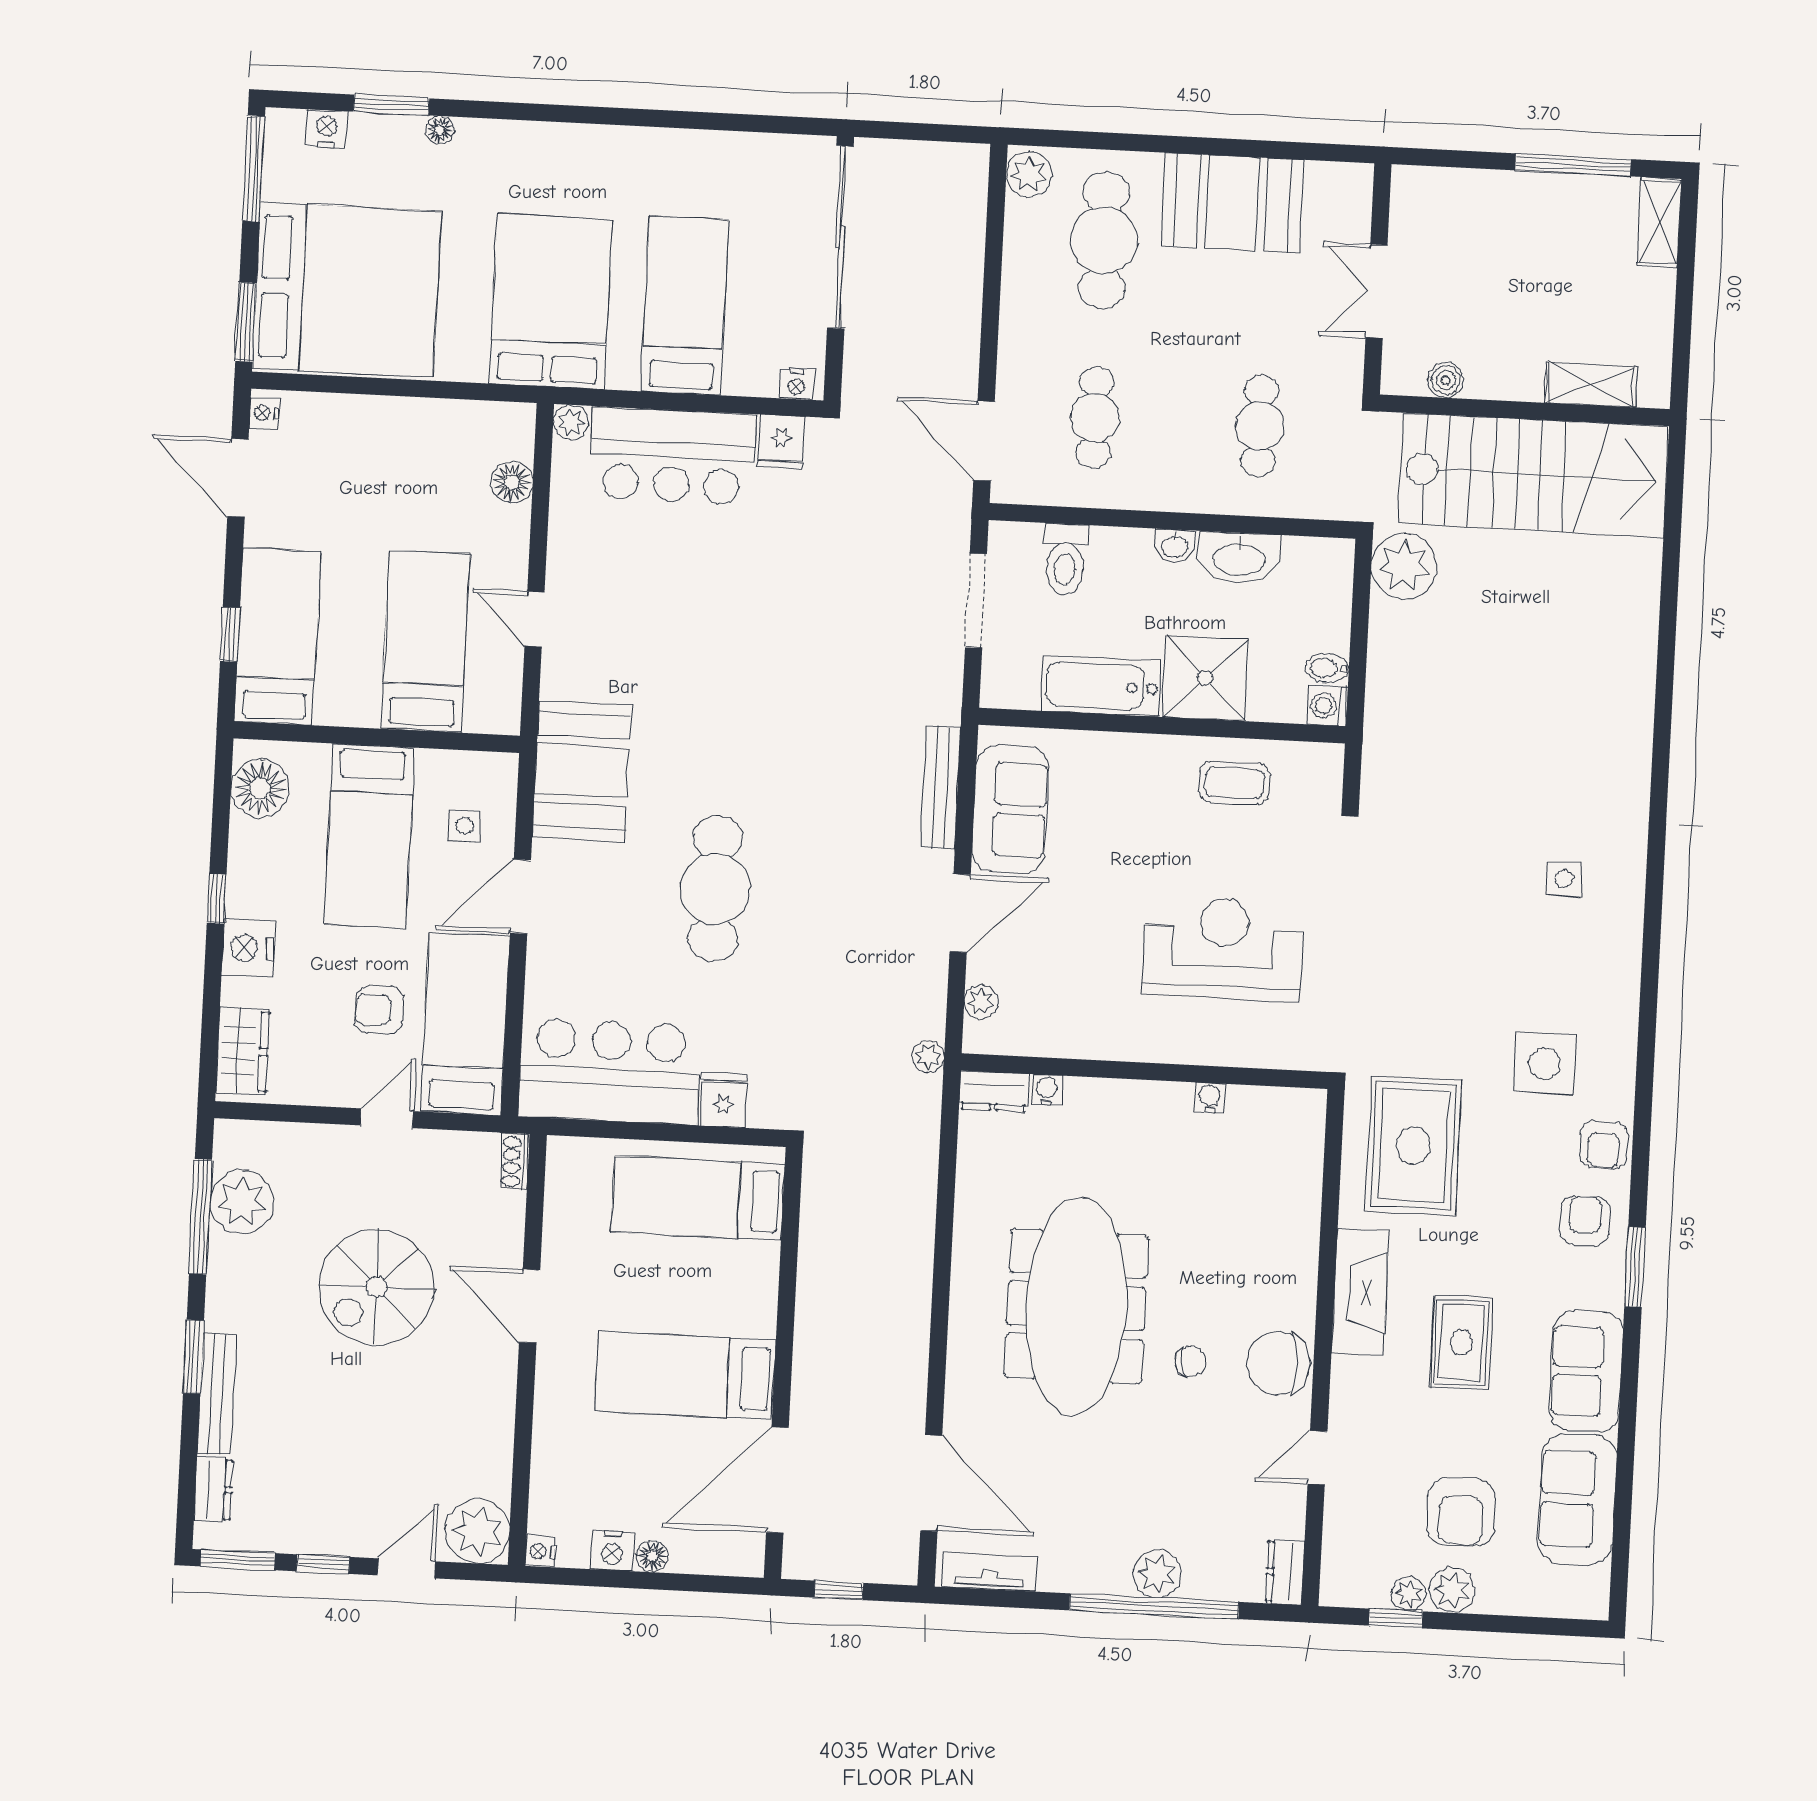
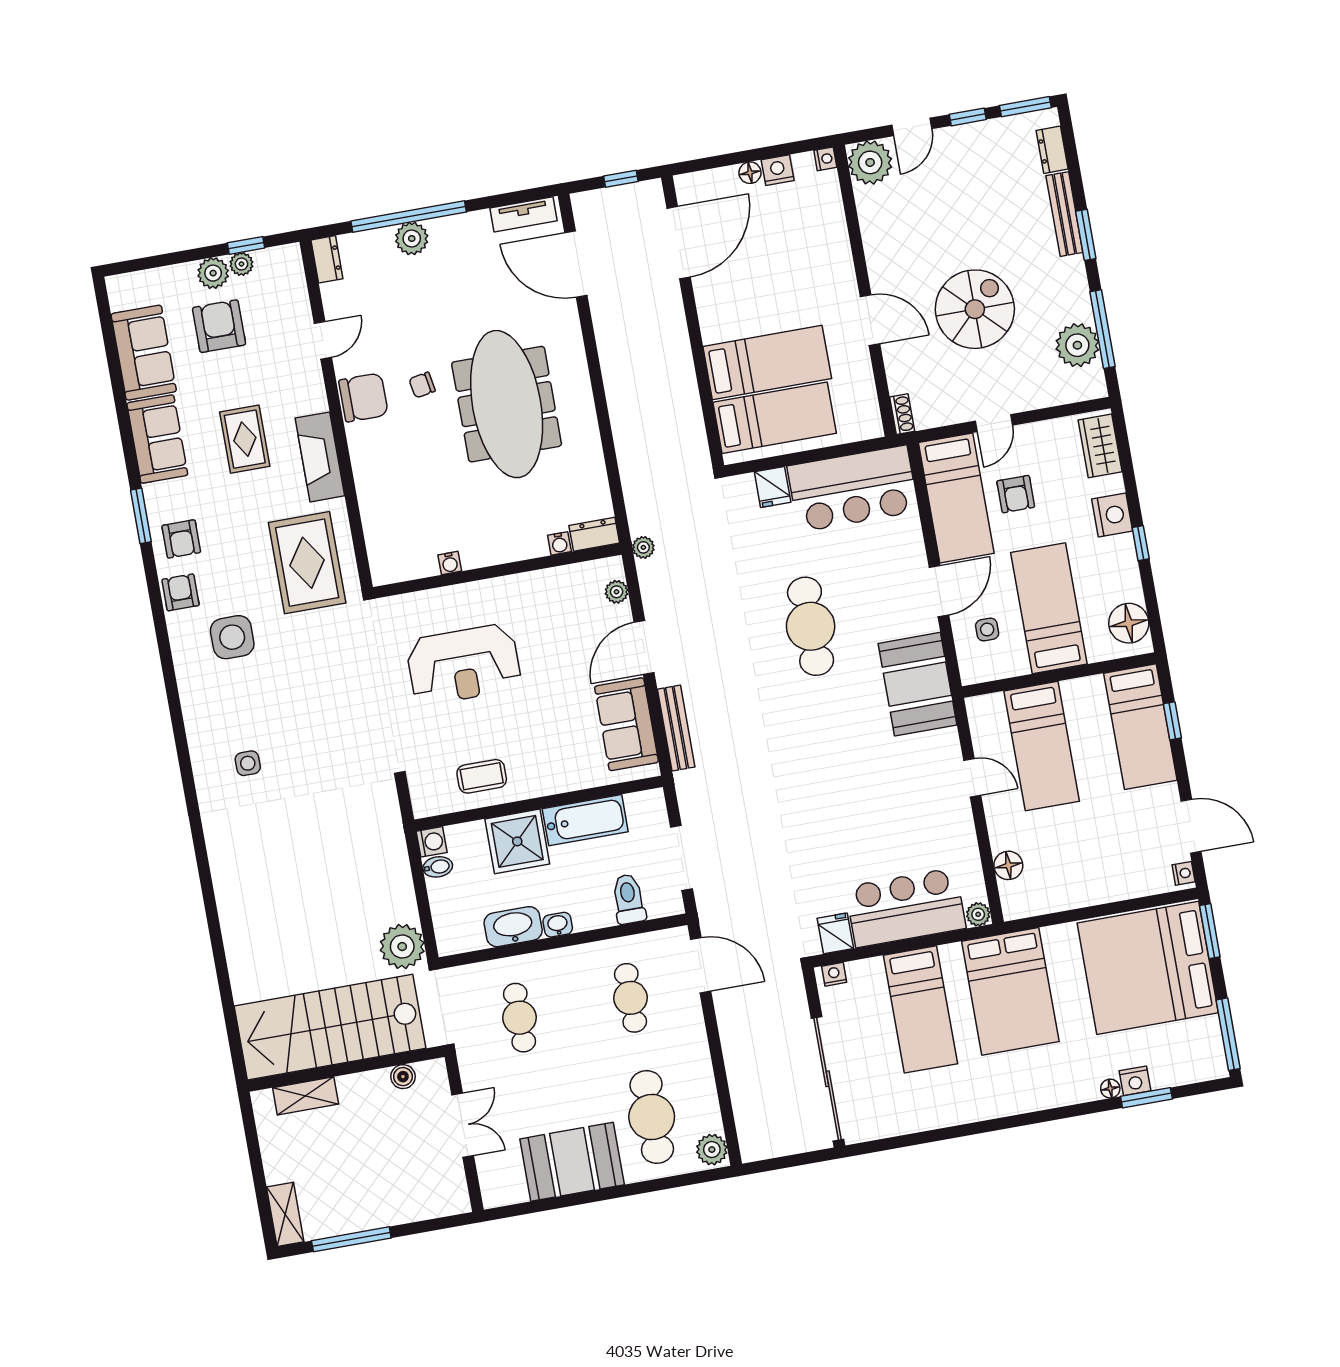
nightstand: (327, 129) -> (1135, 1081), moved
armchair: (379, 1010) -> (1016, 494), turned 90
bed: (685, 1376) -> (767, 363), moved

